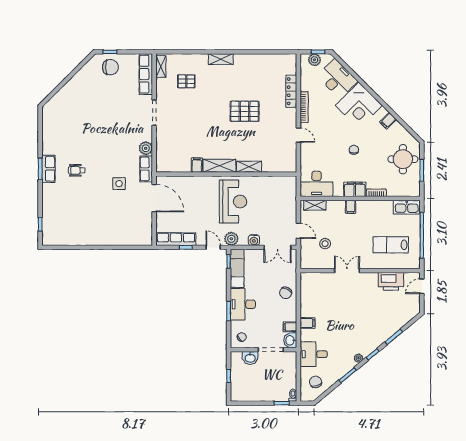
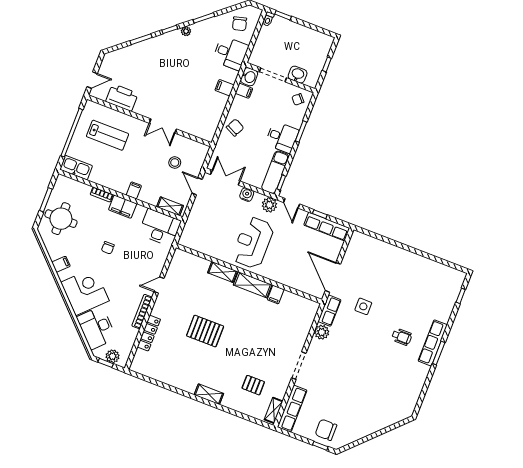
door: (298, 135) -> (159, 285), hinge flipped
row of seats: (48, 169) -> (433, 343), width x1.48
desk: (243, 304) -> (282, 137), width x0.73

